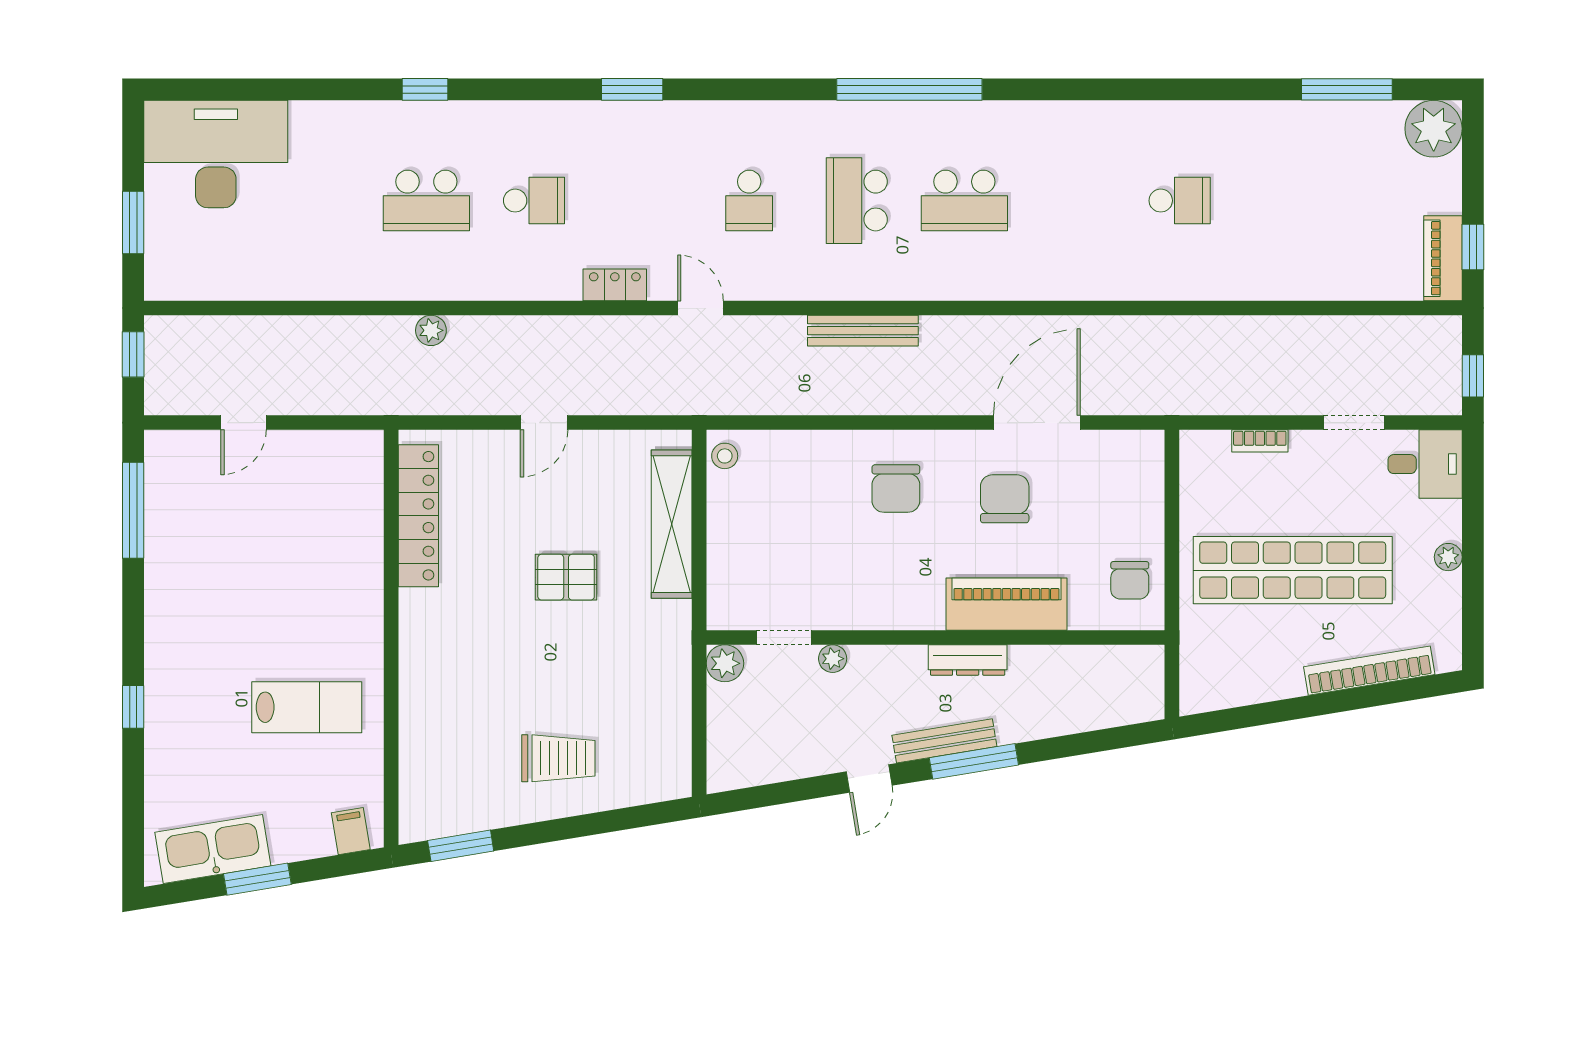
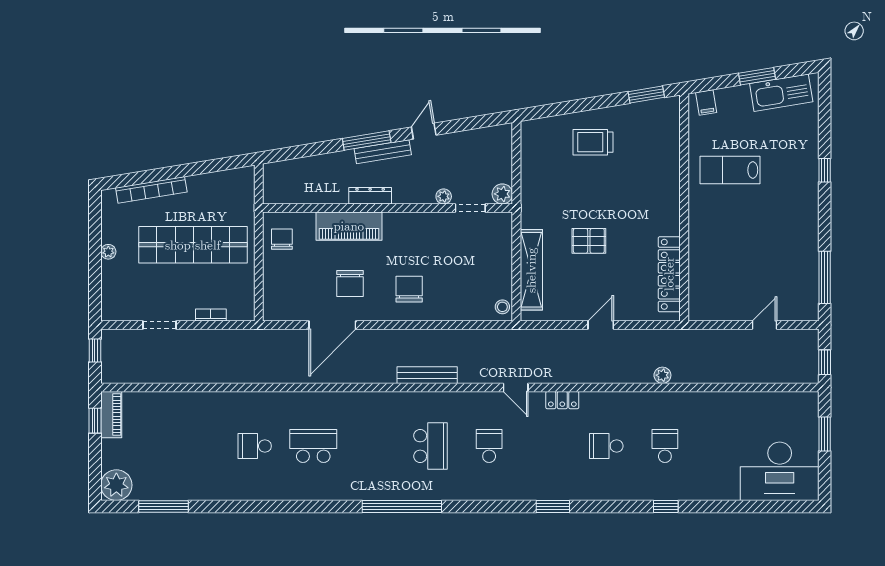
school desk: (426, 201) -> (665, 446), width x0.54
school desk: (964, 201) -> (313, 446), moved
desk: (1425, 464) -> (121, 302), removed

